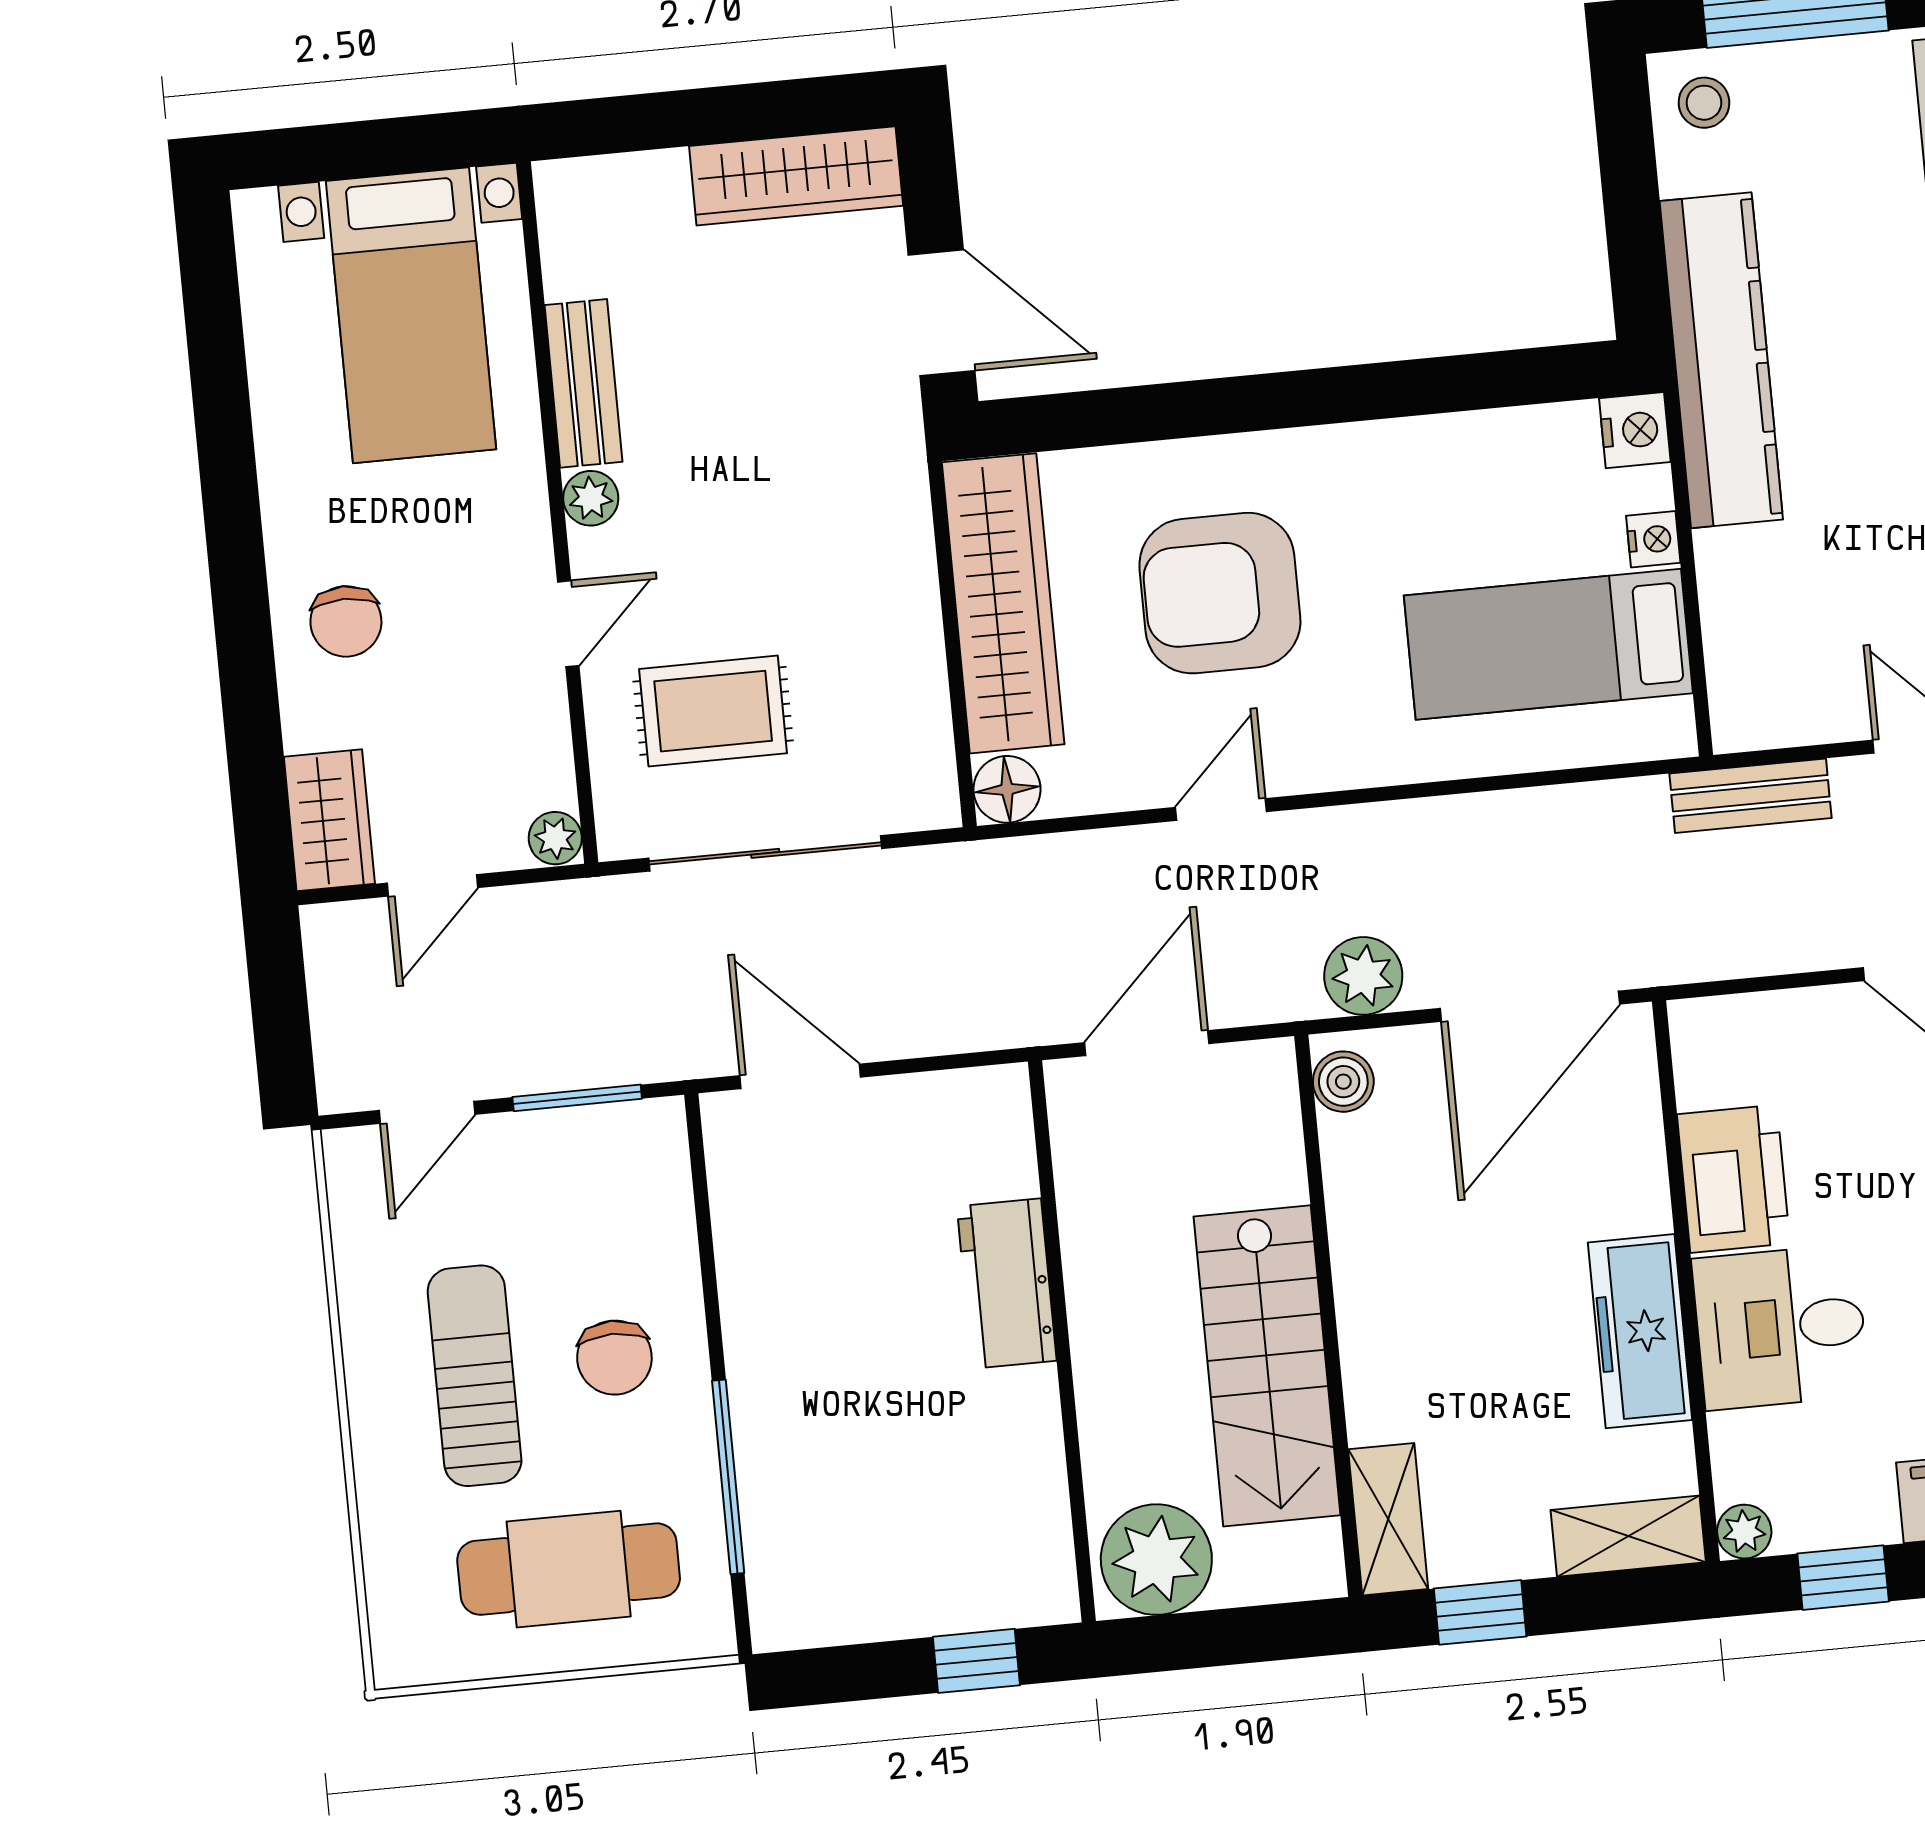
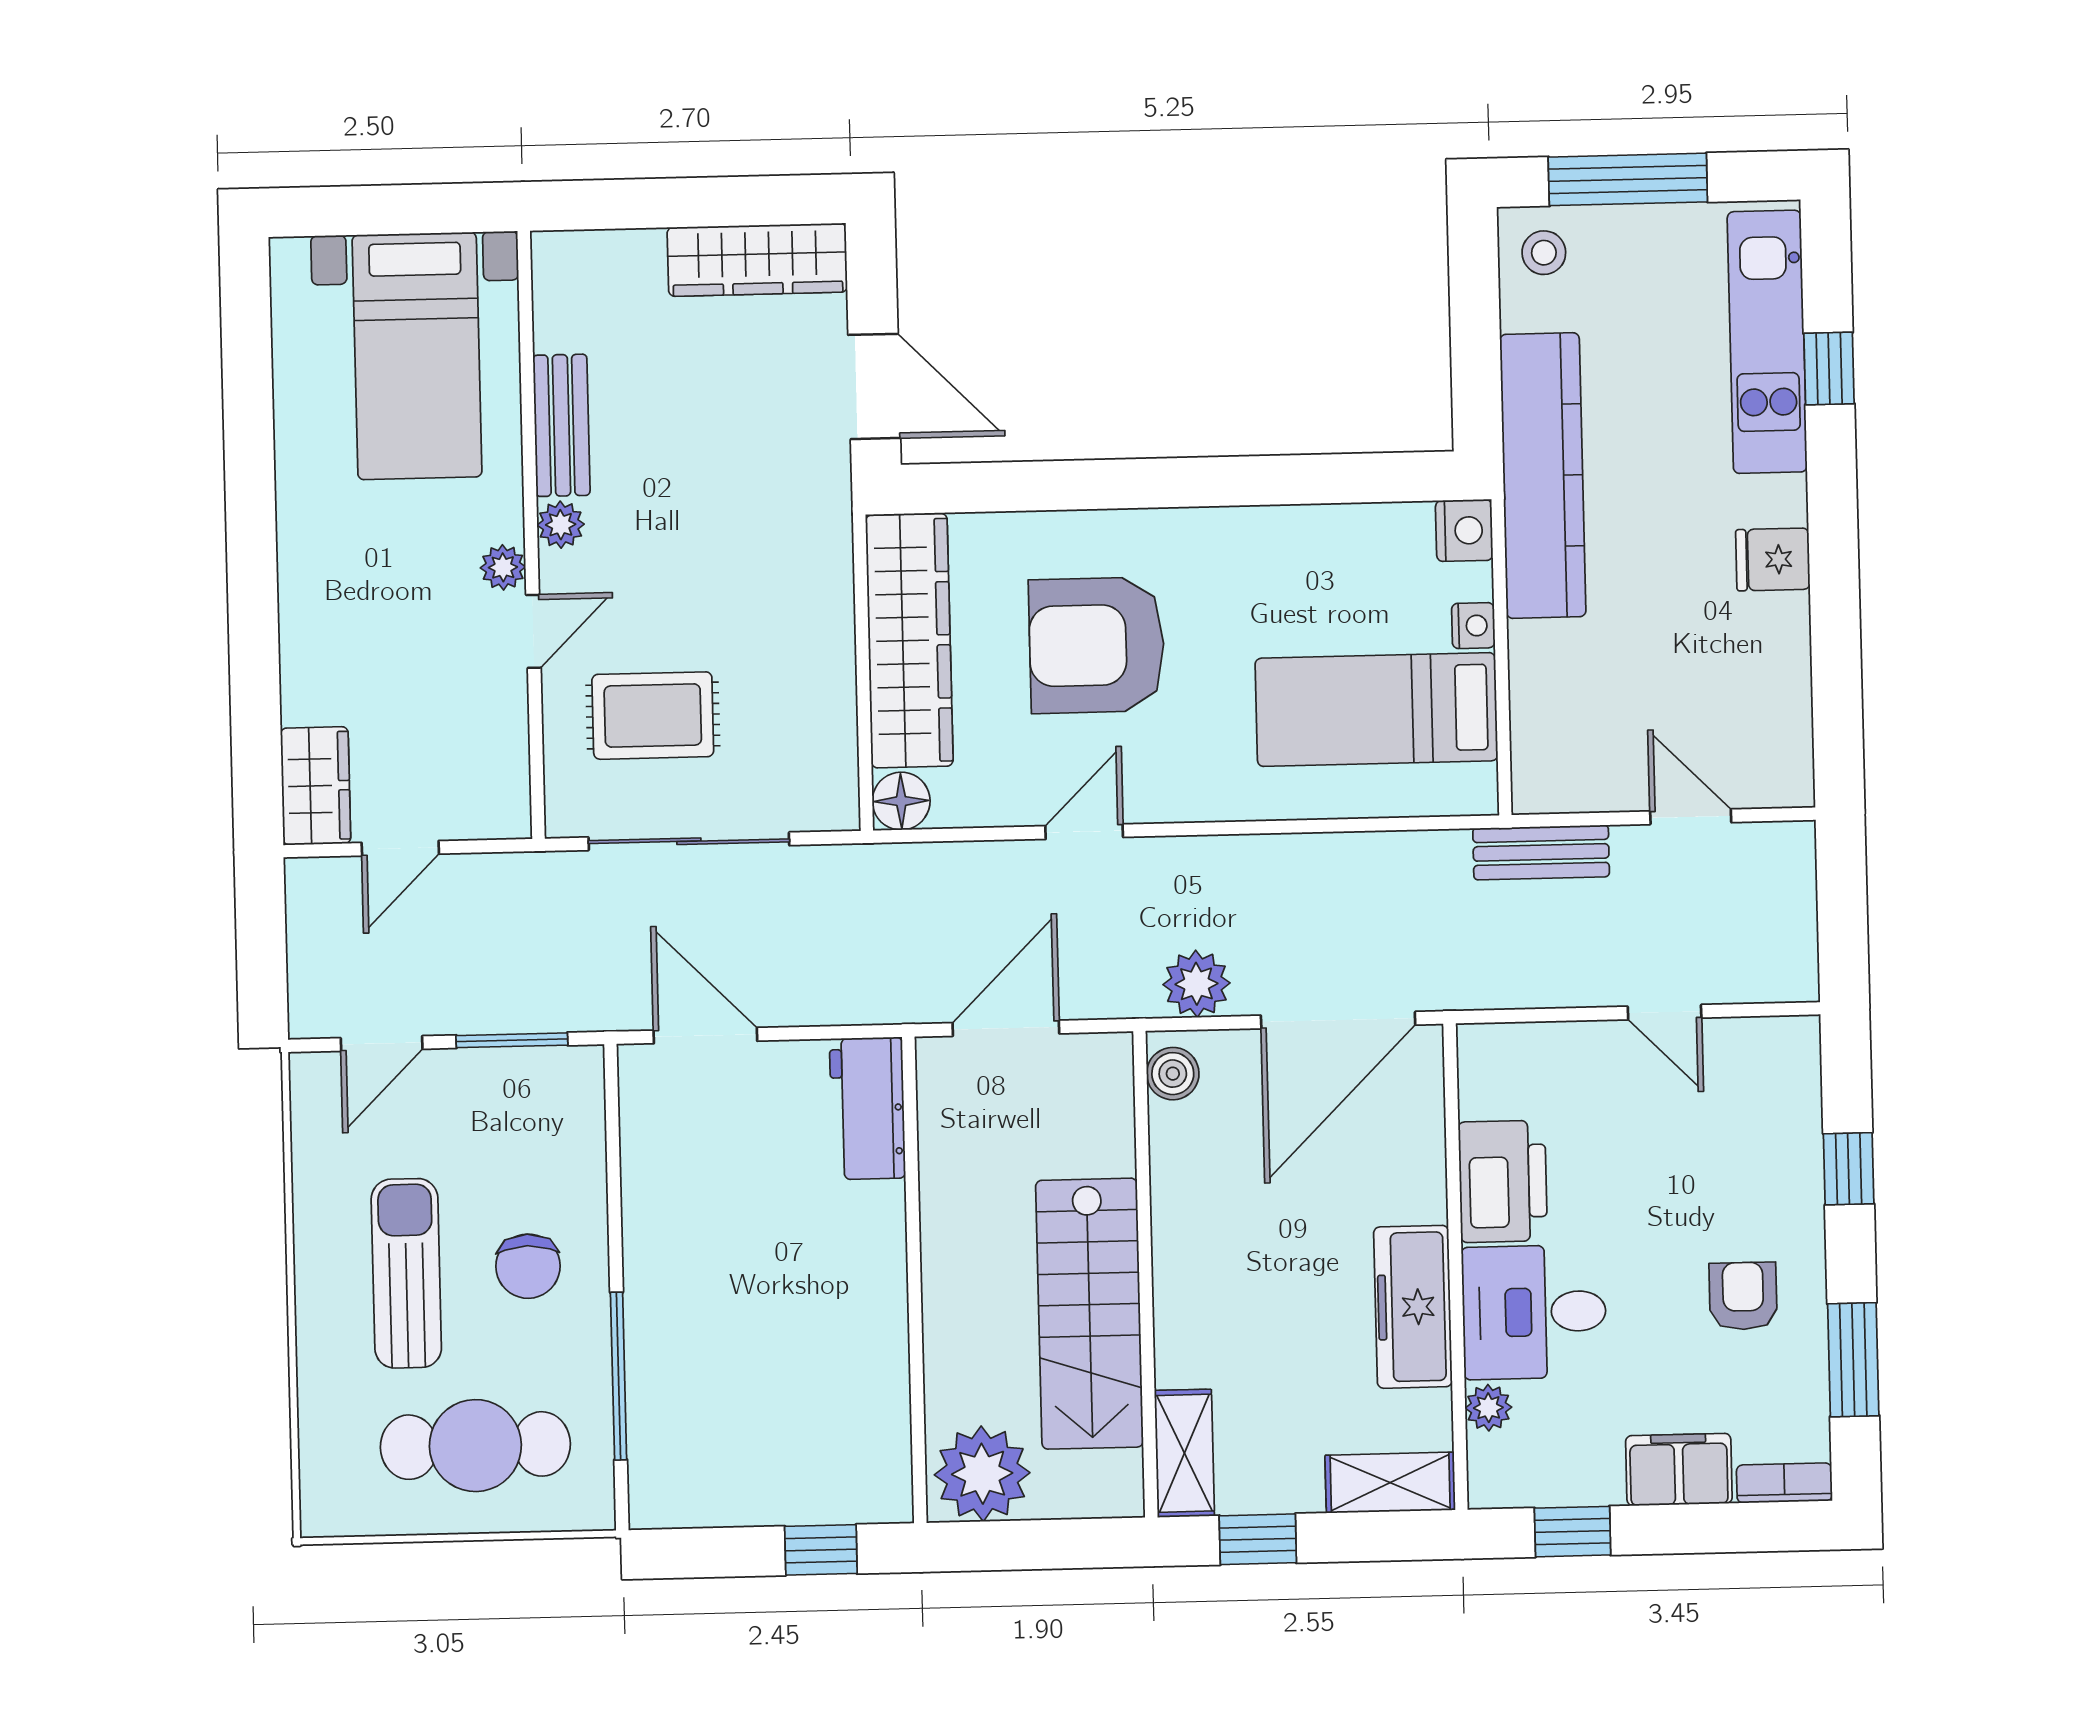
chair: (346, 621) -> (342, 616), removed
plant: (555, 838) -> (503, 567), moved
workbench: (1007, 1284) -> (868, 1108), moved
plant: (1744, 1532) -> (1488, 1408), moved

